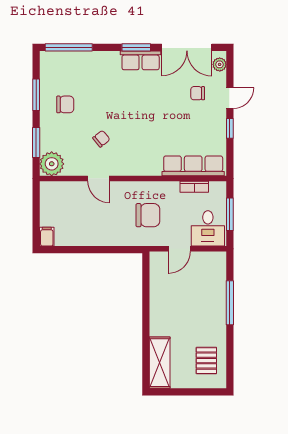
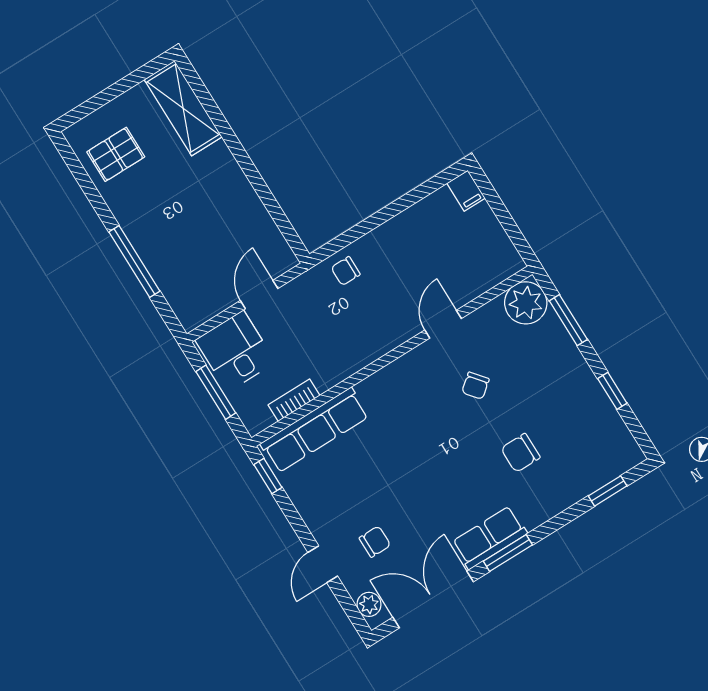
window: (69, 47) -> (608, 491), width x0.46
window: (36, 95) -> (612, 391), width x0.67
chair: (65, 104) -> (520, 453), moved
window: (230, 128) -> (268, 476), moved
door: (98, 178) -> (443, 324), hinge flipped
chair: (148, 215) -> (346, 271), moved, width x0.54, depth x0.54
pallet: (206, 361) -> (116, 154), turned 90

